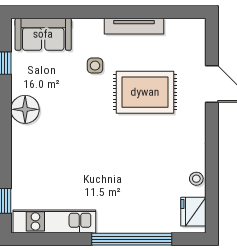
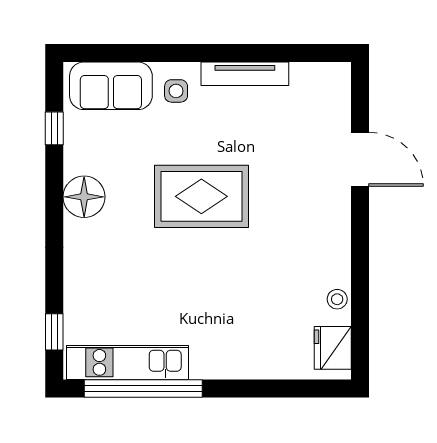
side table: (95, 66) -> (176, 91), moved
rug: (145, 92) -> (201, 196), moved
window: (132, 239) -> (143, 388), moved

